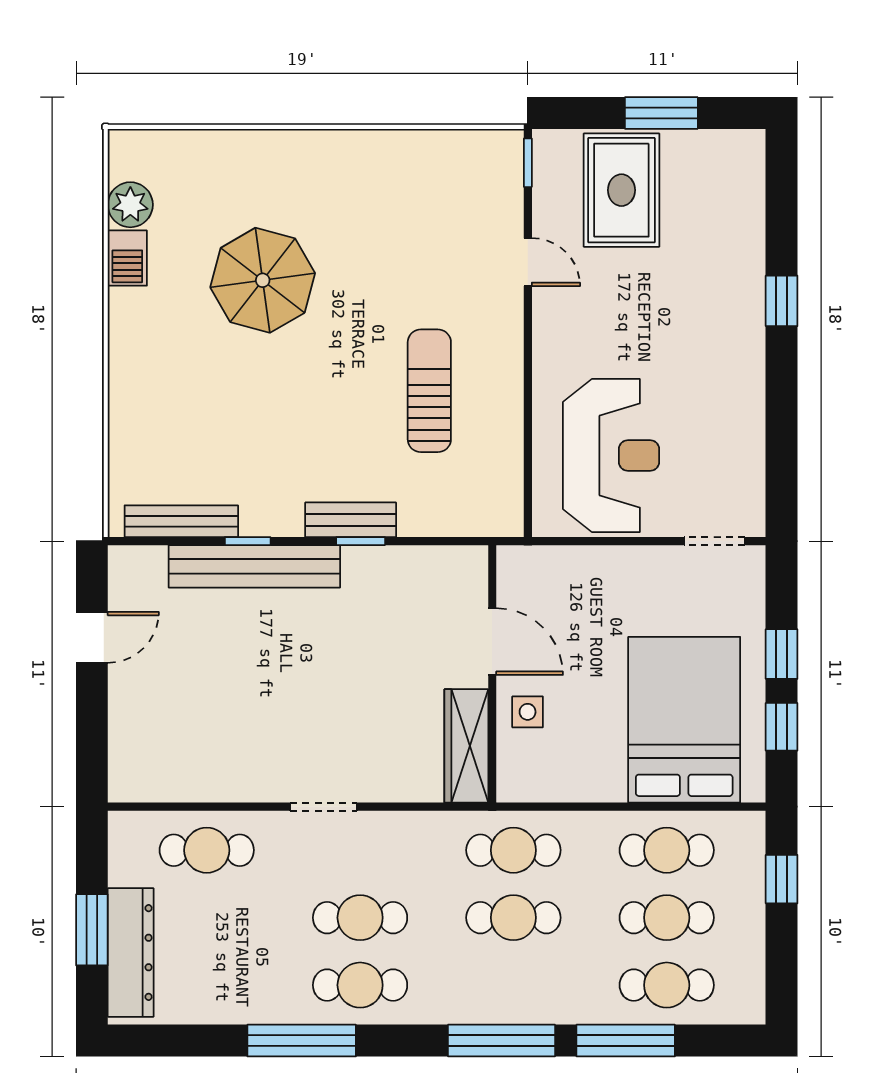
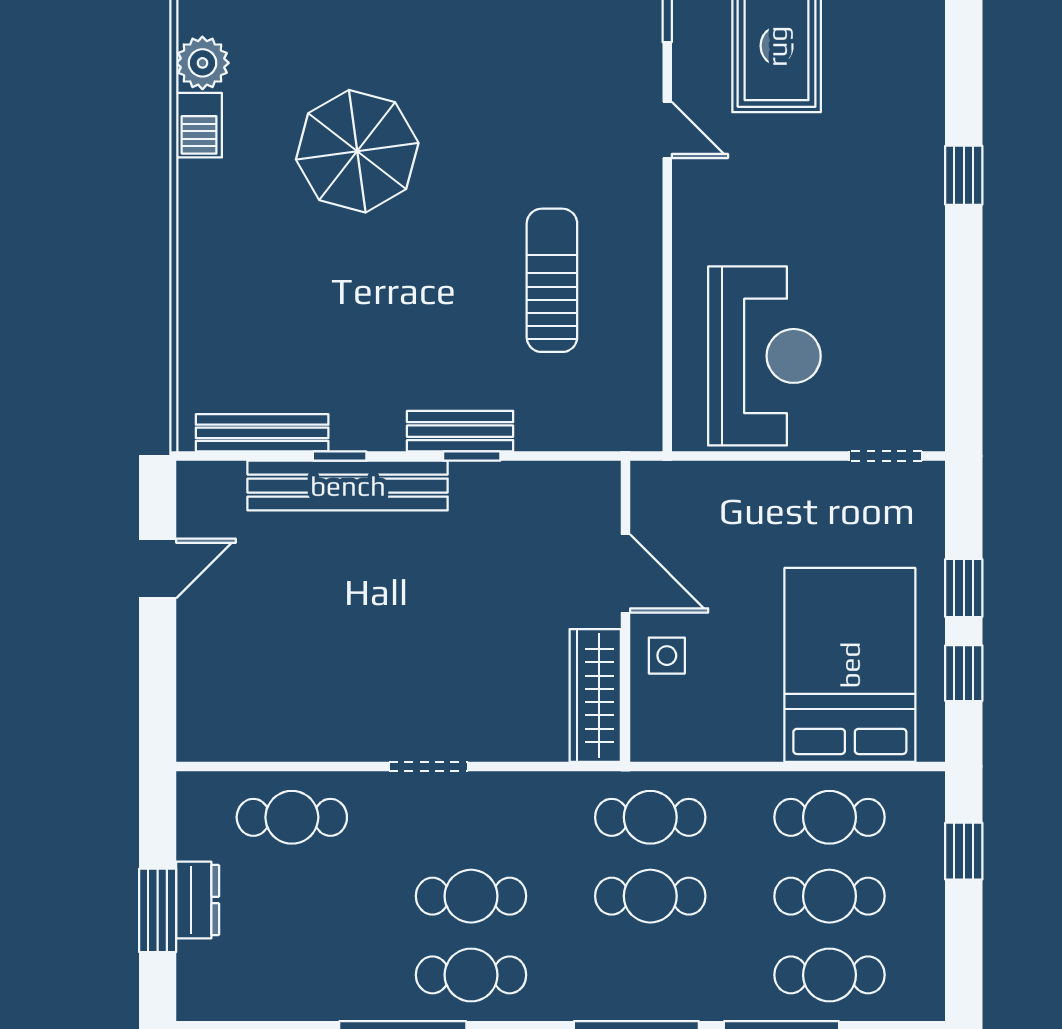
dresser: (131, 952) -> (198, 900), width x0.51, depth x0.80

